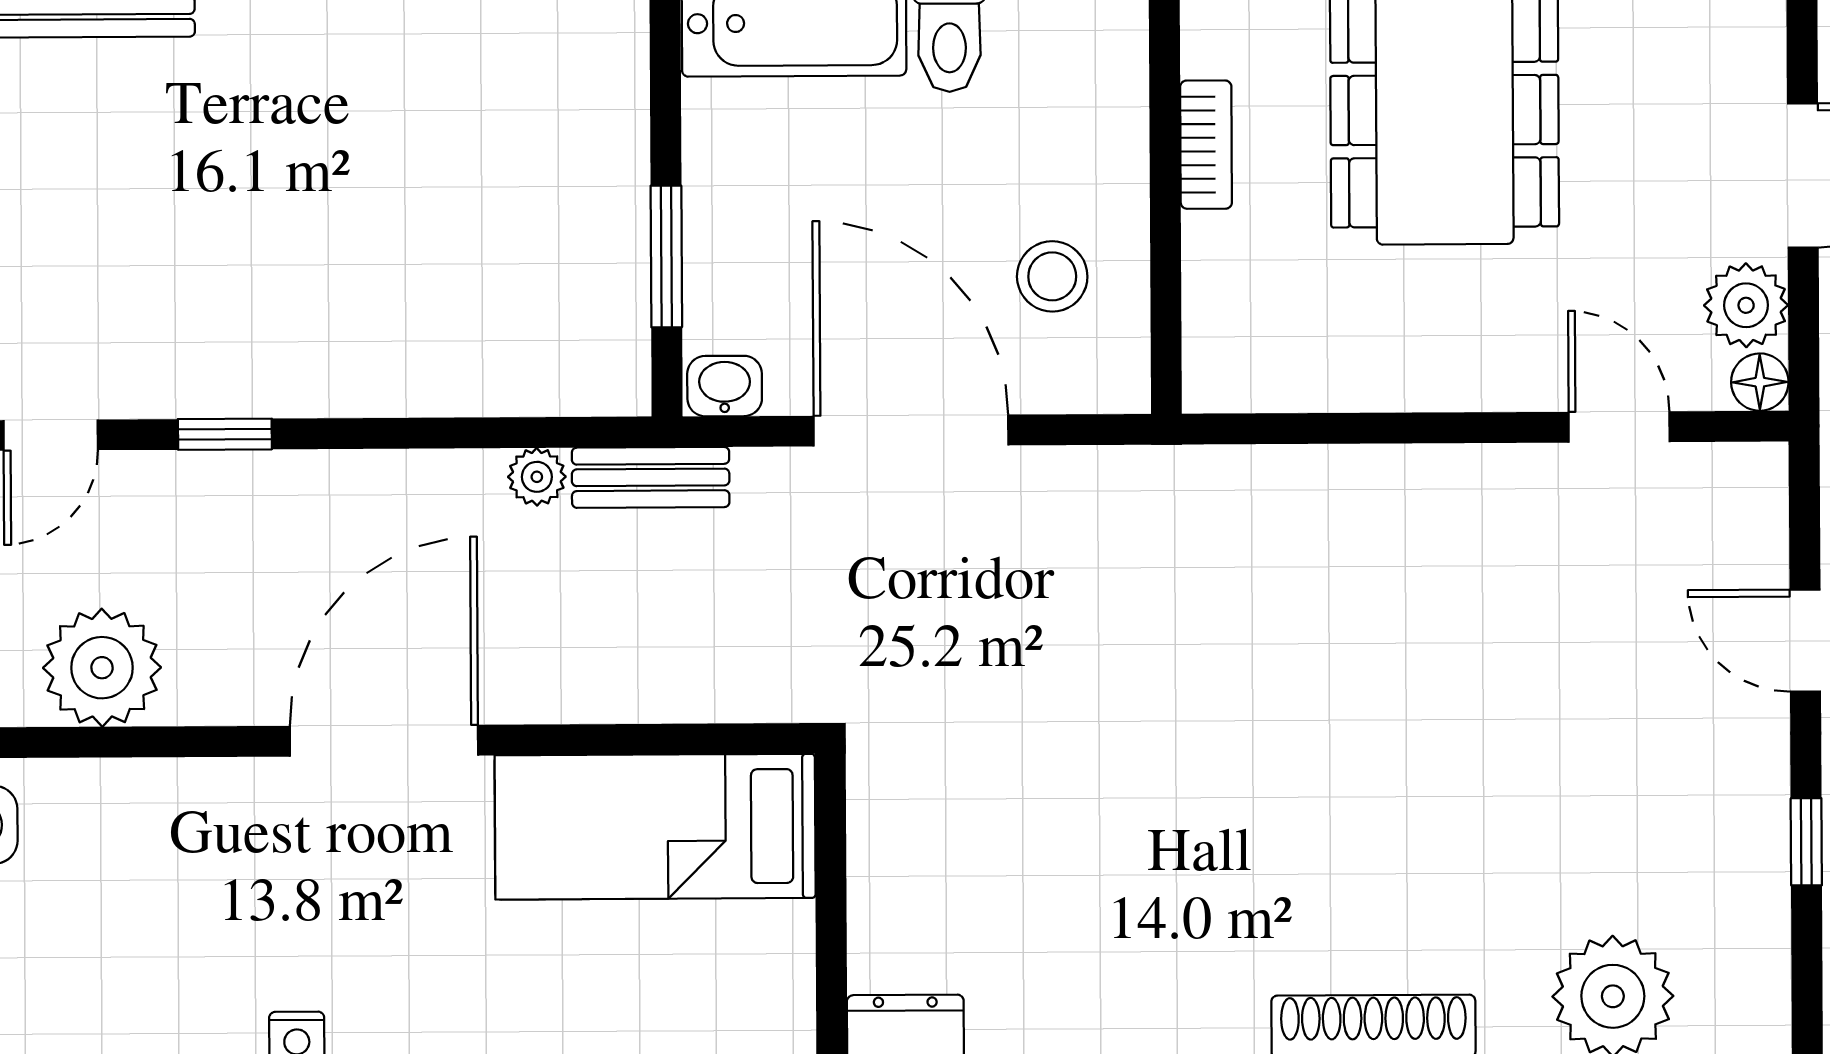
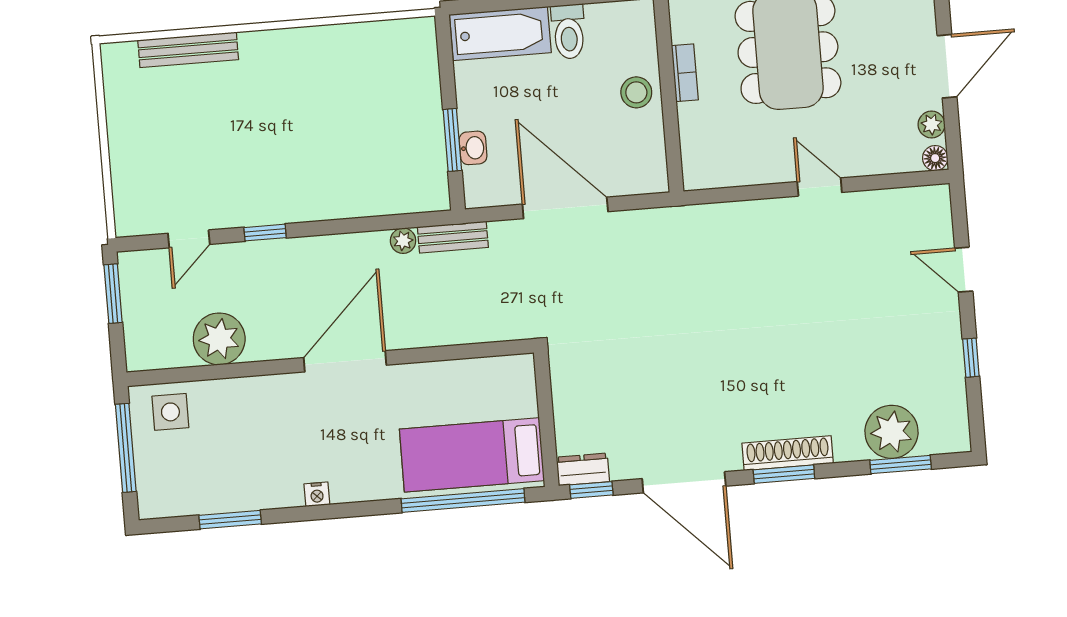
stool: (1052, 276) -> (636, 92), moved
plant: (1746, 305) -> (932, 125), width x0.73, depth x0.73
washbasin: (725, 386) -> (473, 148), moved, turned 90
door: (1619, 427) -> (820, 187), moved
bed: (655, 827) -> (472, 455), moved

